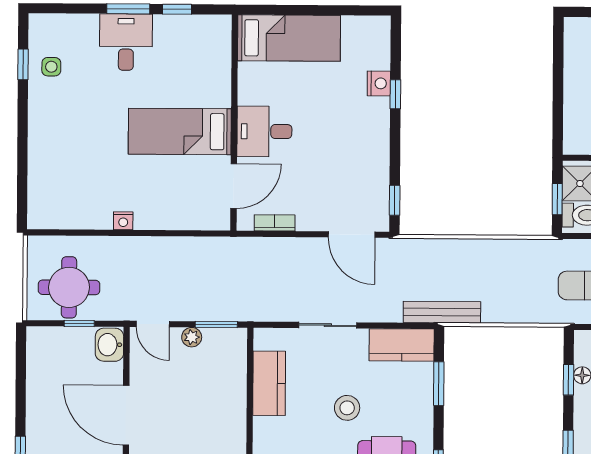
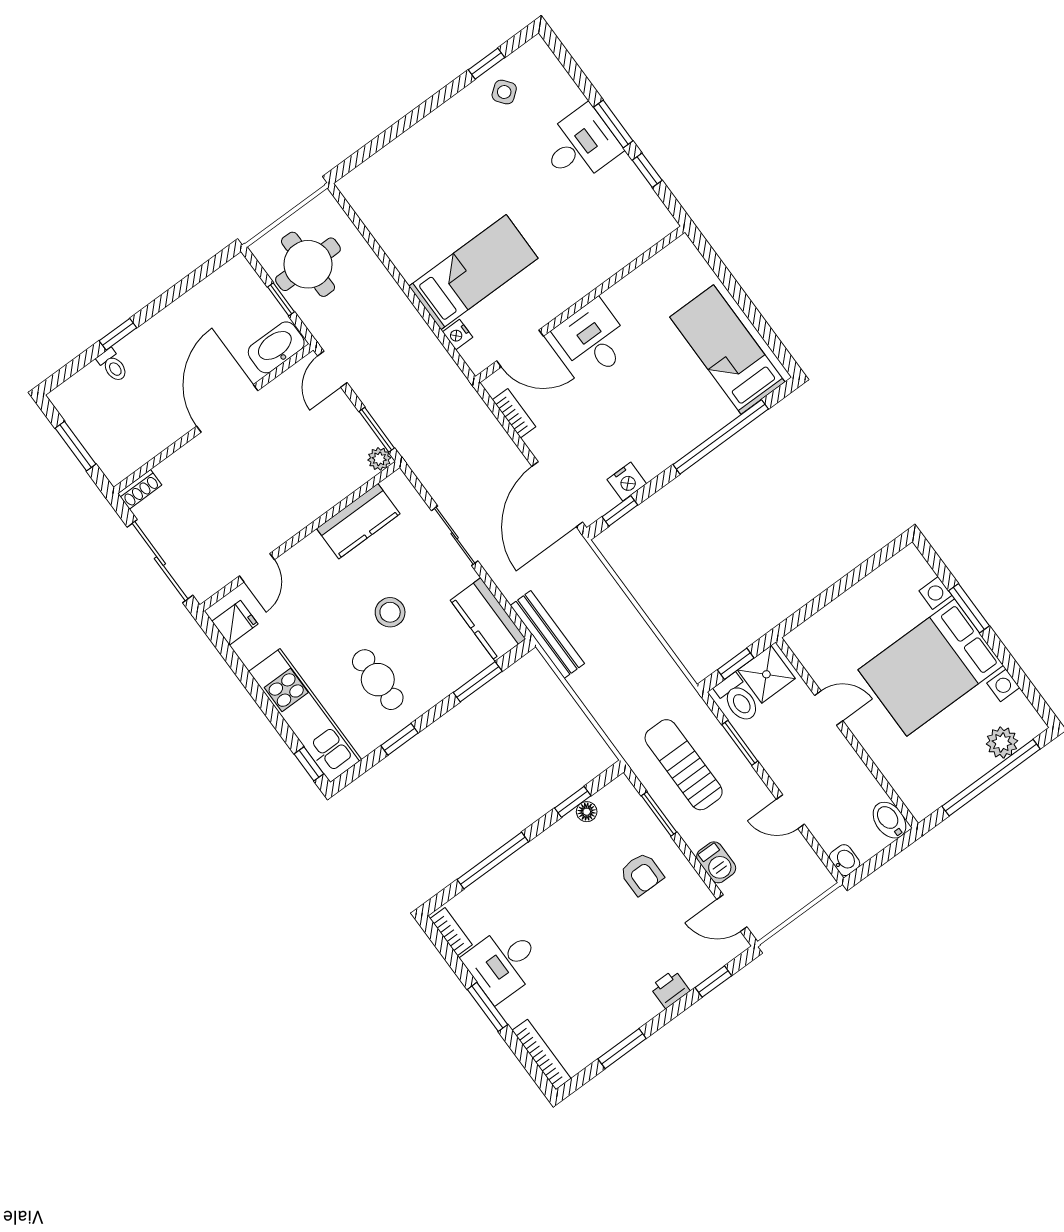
bed: (289, 38) -> (727, 350), moved, turned 180
side table: (51, 67) -> (504, 92), turned -38
nightstand: (379, 83) -> (627, 482), moved
window: (395, 94) -> (721, 437), width x3.17
bed: (180, 131) -> (473, 272), moved, turned 90
nightstand: (123, 221) -> (458, 335), moved
door: (352, 235) -> (557, 494), width x1.36
plant: (192, 337) -> (379, 459), moved
washbasin: (109, 345) -> (276, 347), width x1.38

